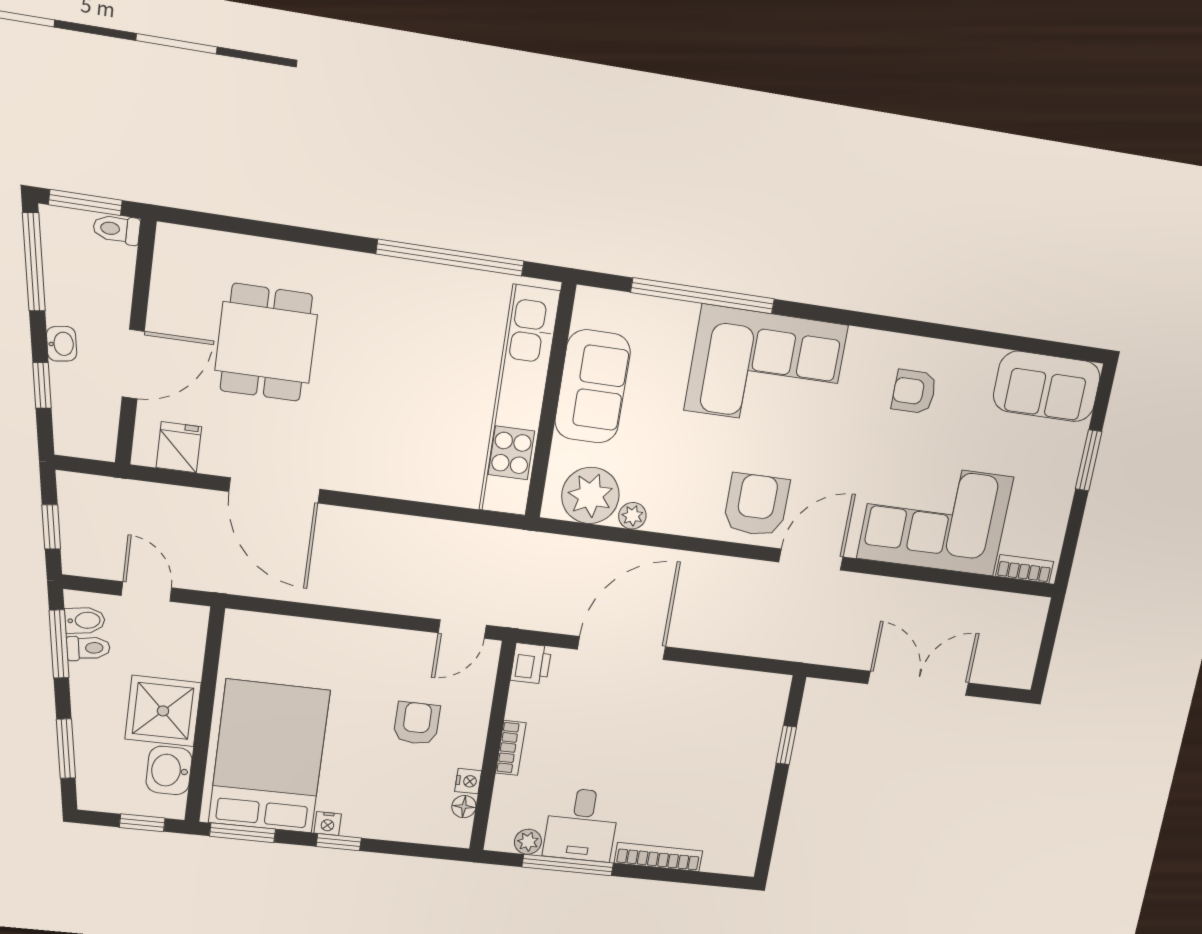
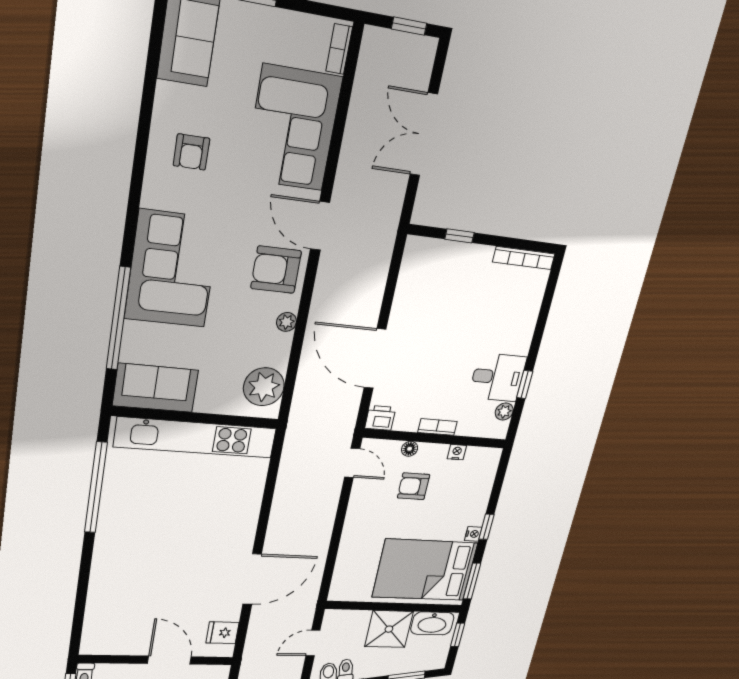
dining table: (266, 343) -> (155, 591), removed
sofa: (593, 387) -> (155, 388), moved
plant: (632, 516) -> (286, 322), moved
window: (1046, 652) -> (409, 26), added
washbasin: (169, 770) -> (432, 623), width x1.38
floor lamp: (464, 807) -> (410, 449), moved
bookcase: (658, 857) -> (524, 258), moved, turned -90
window: (568, 865) -> (525, 384), width x0.46

